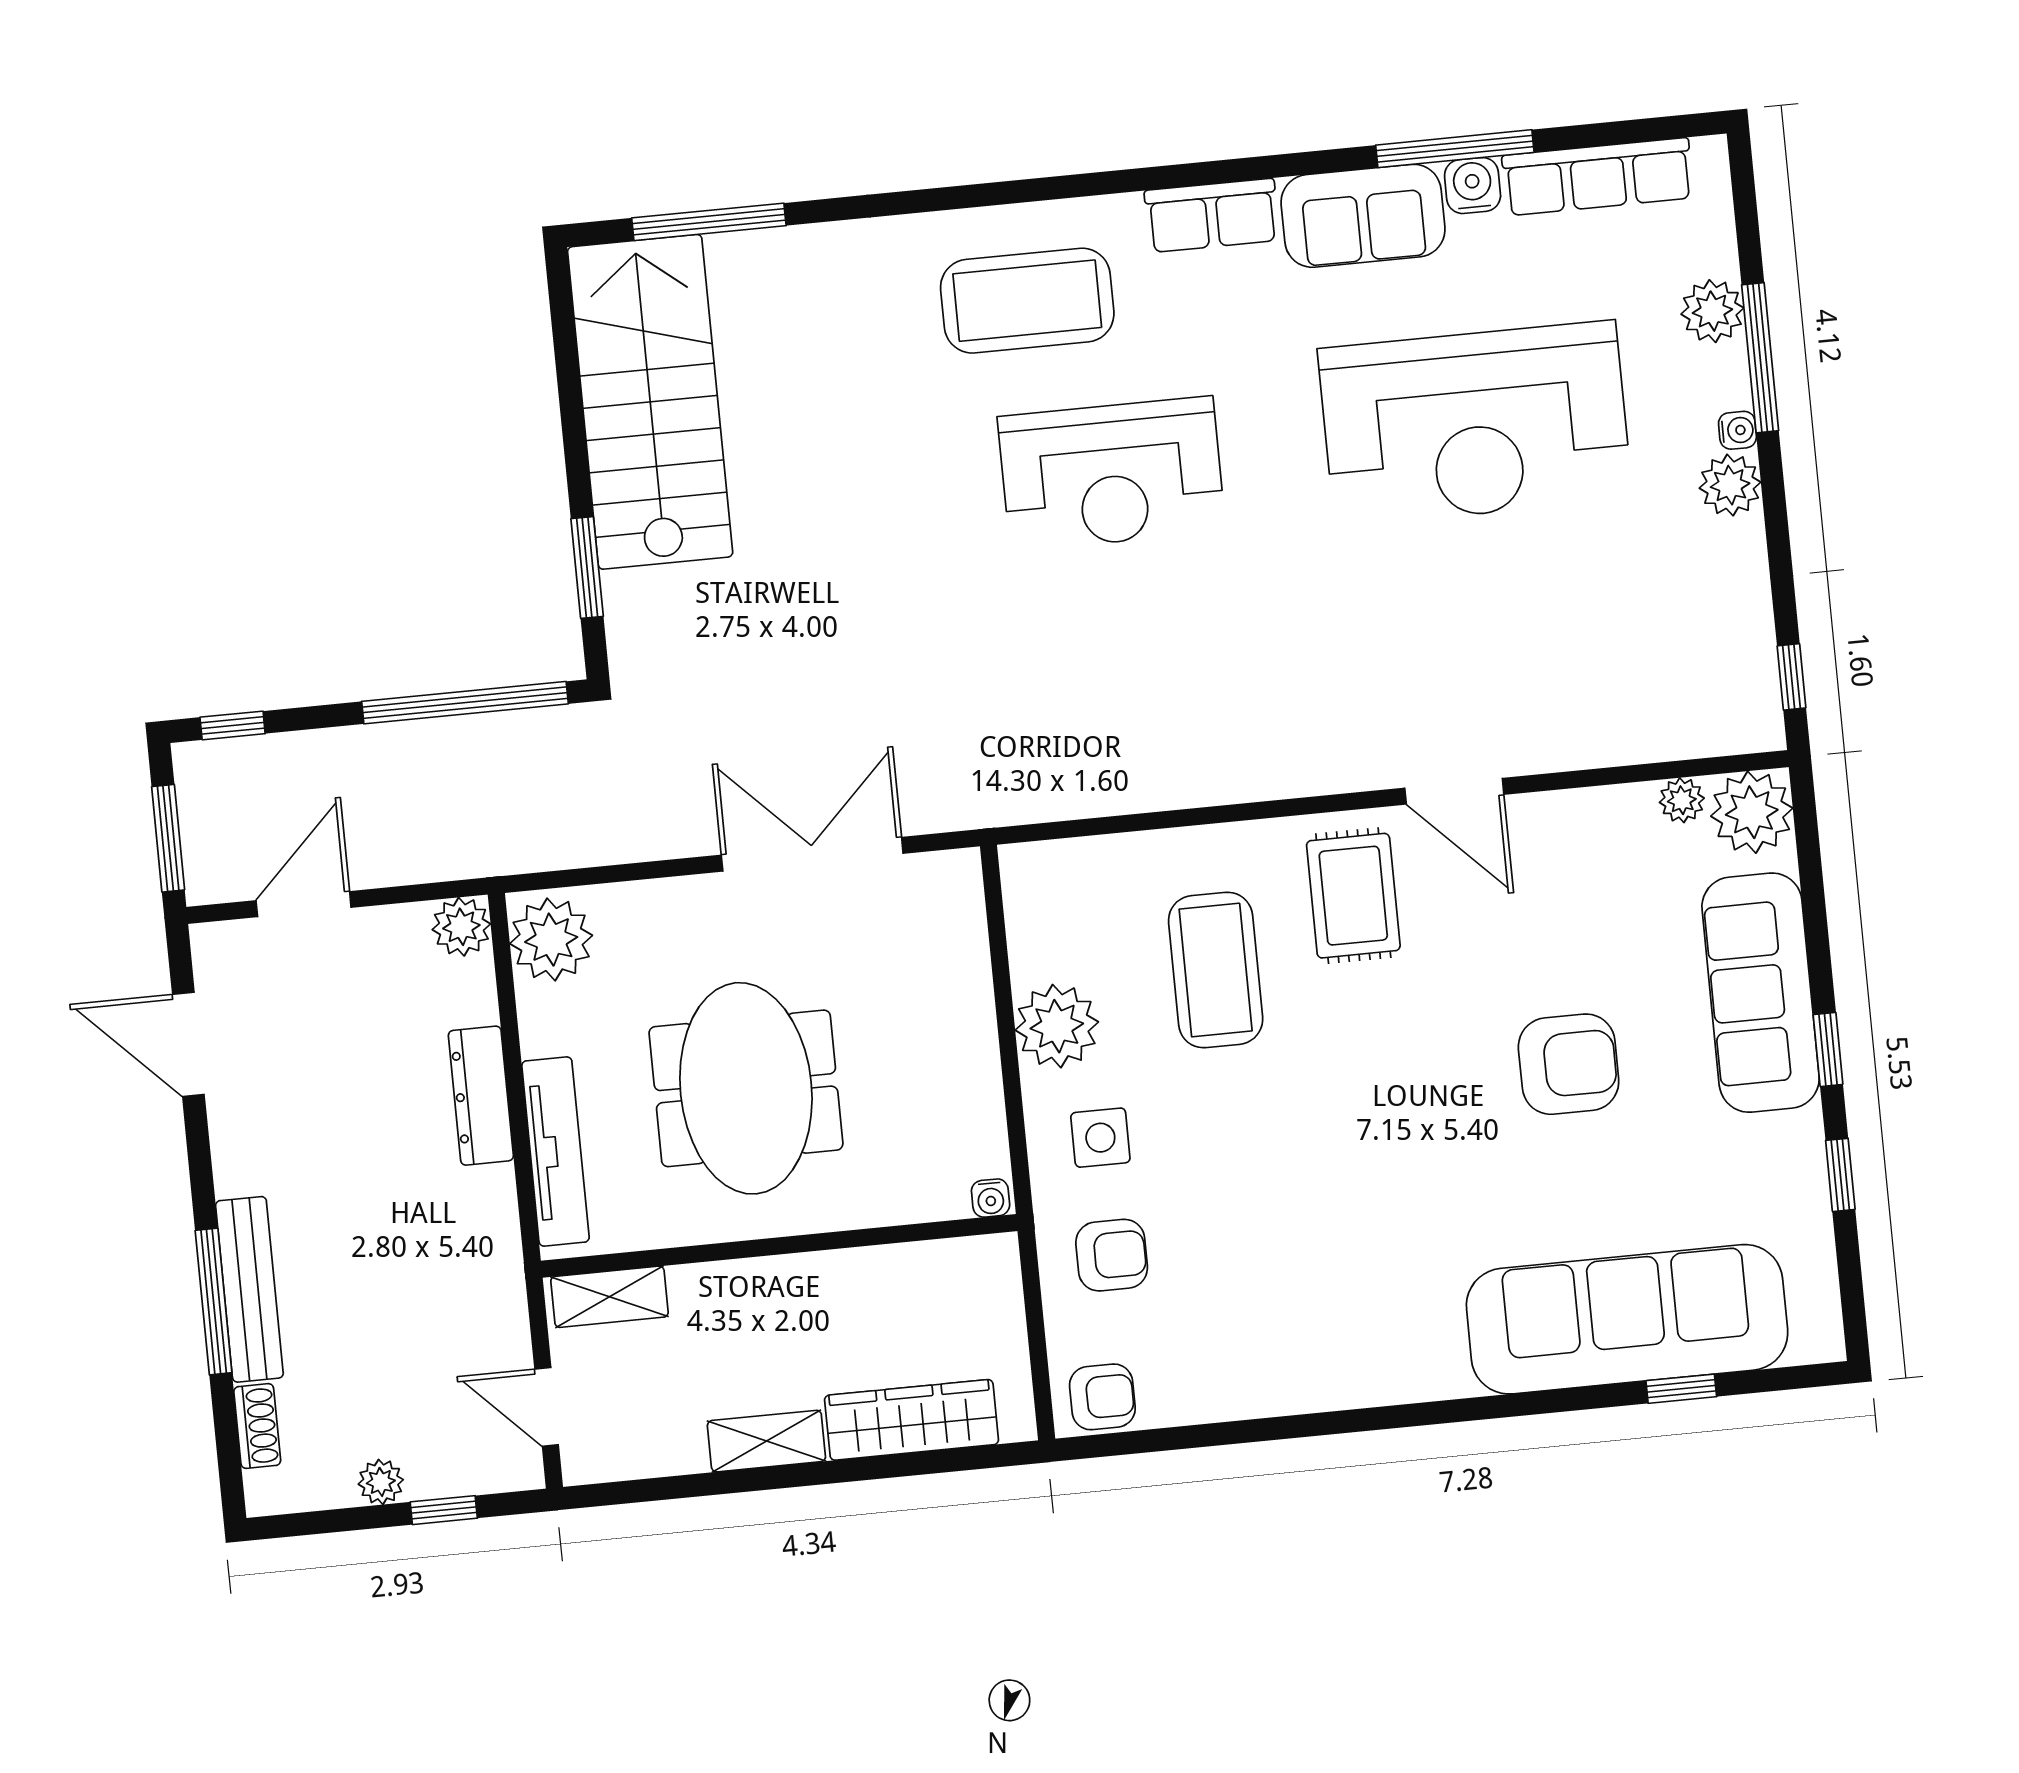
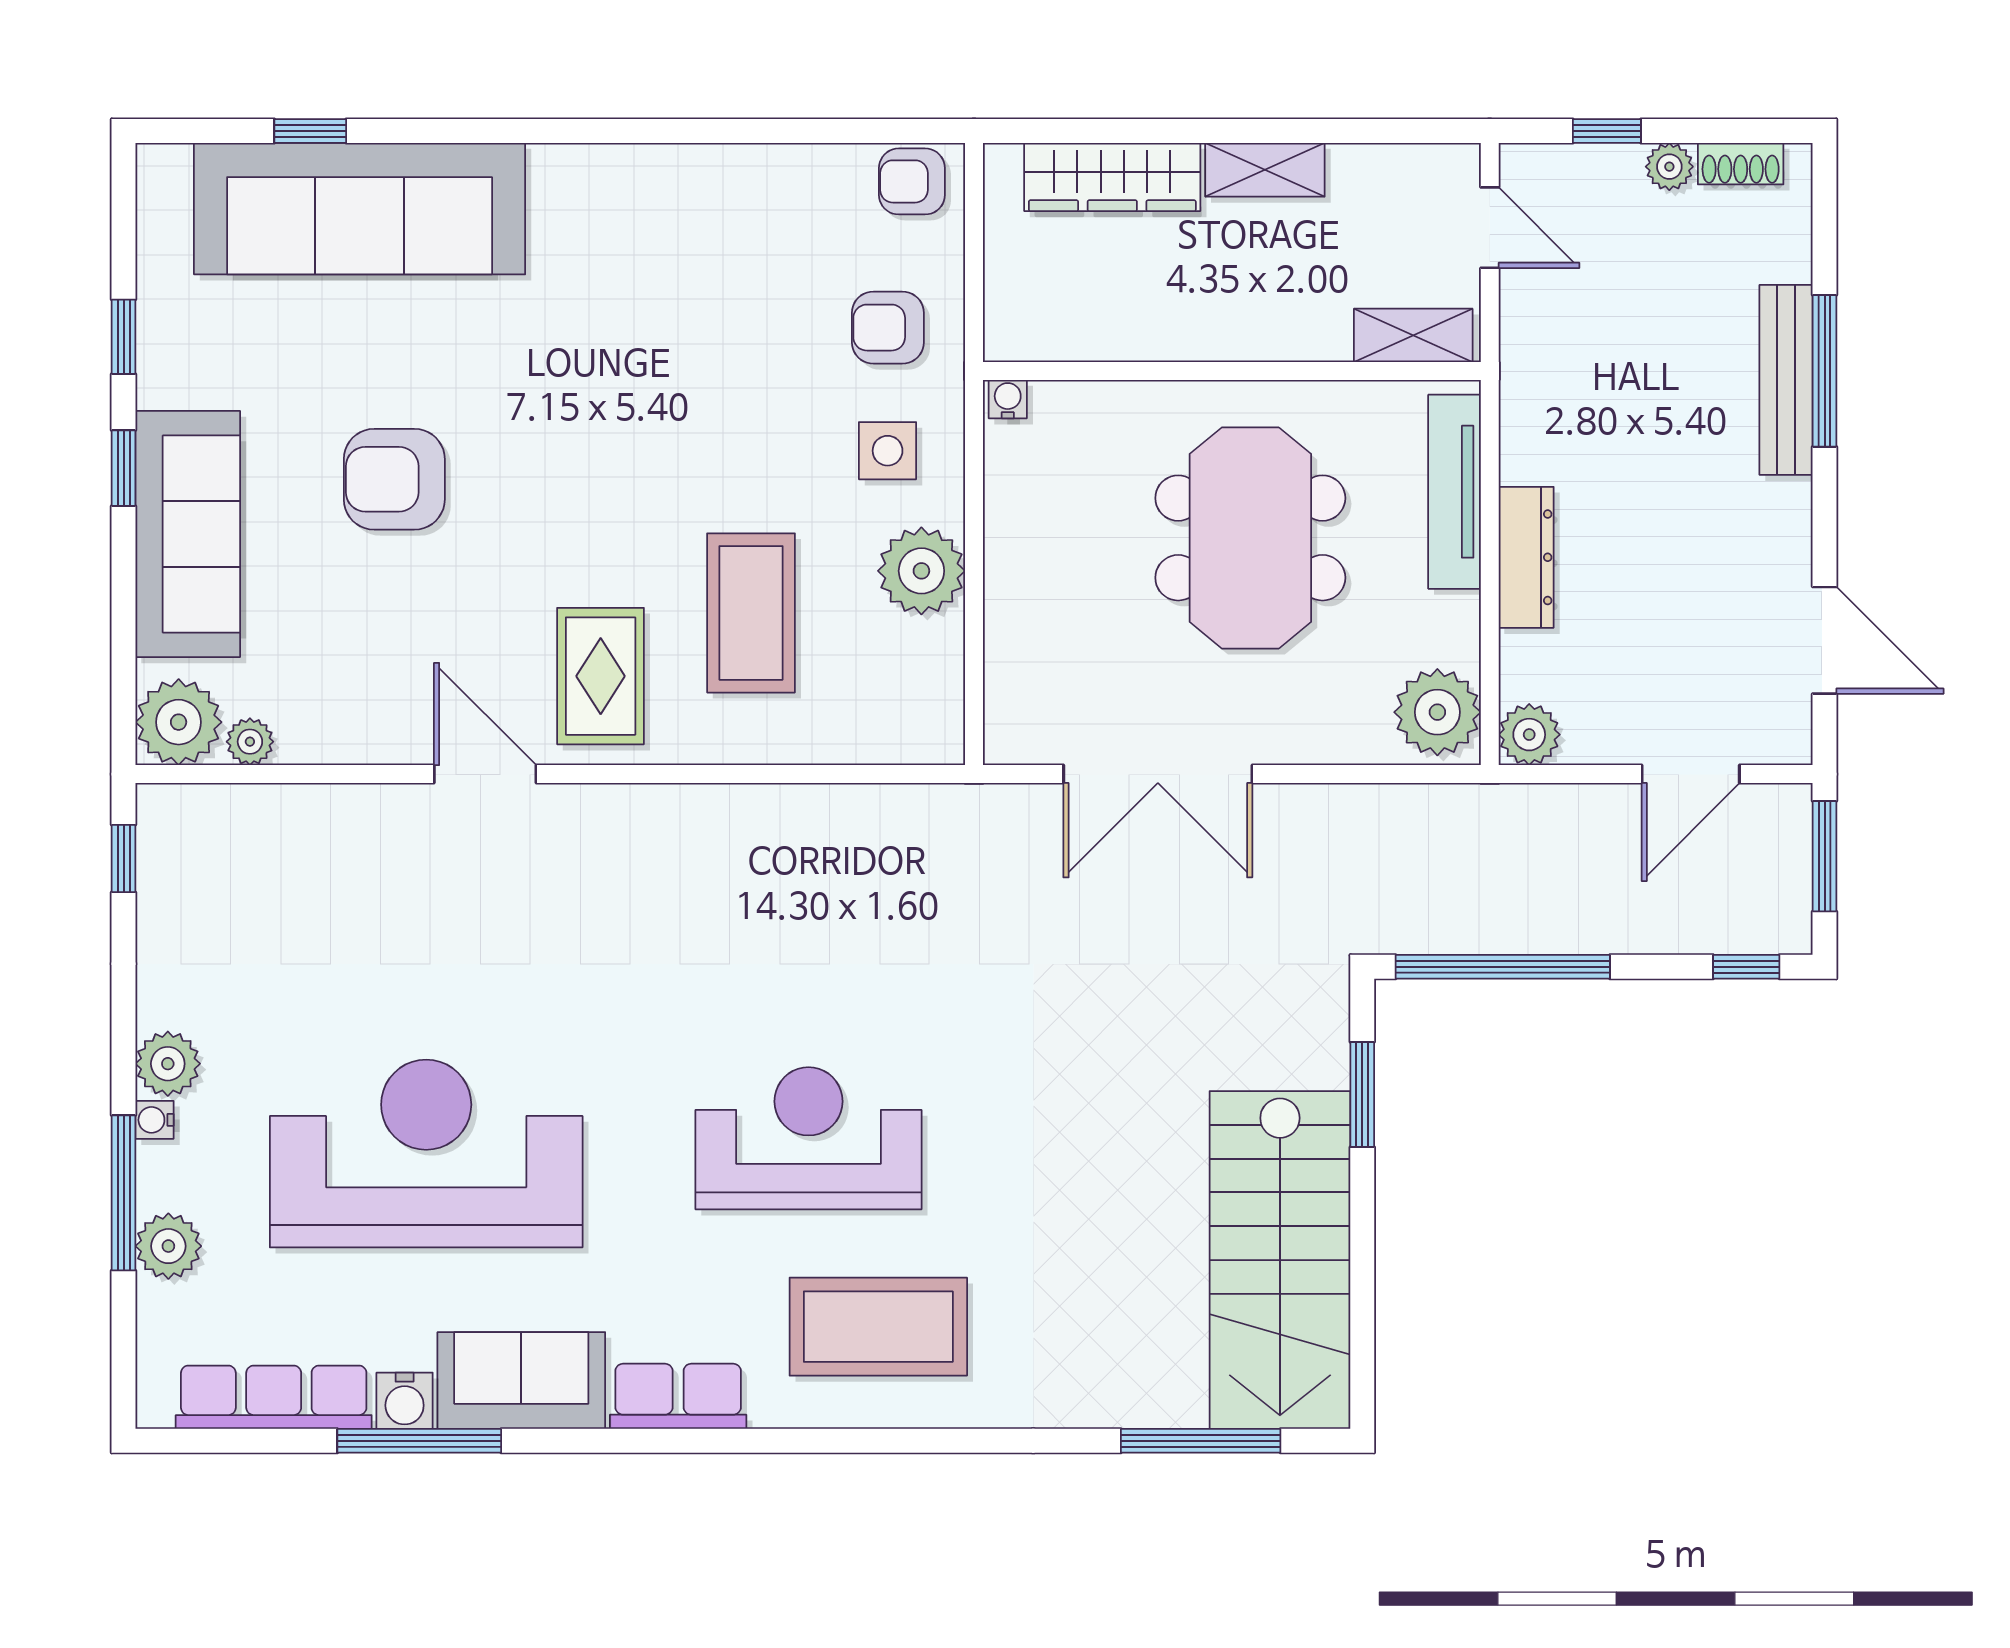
shoe rack: (257, 1426) -> (1741, 164), moved, turned -90

